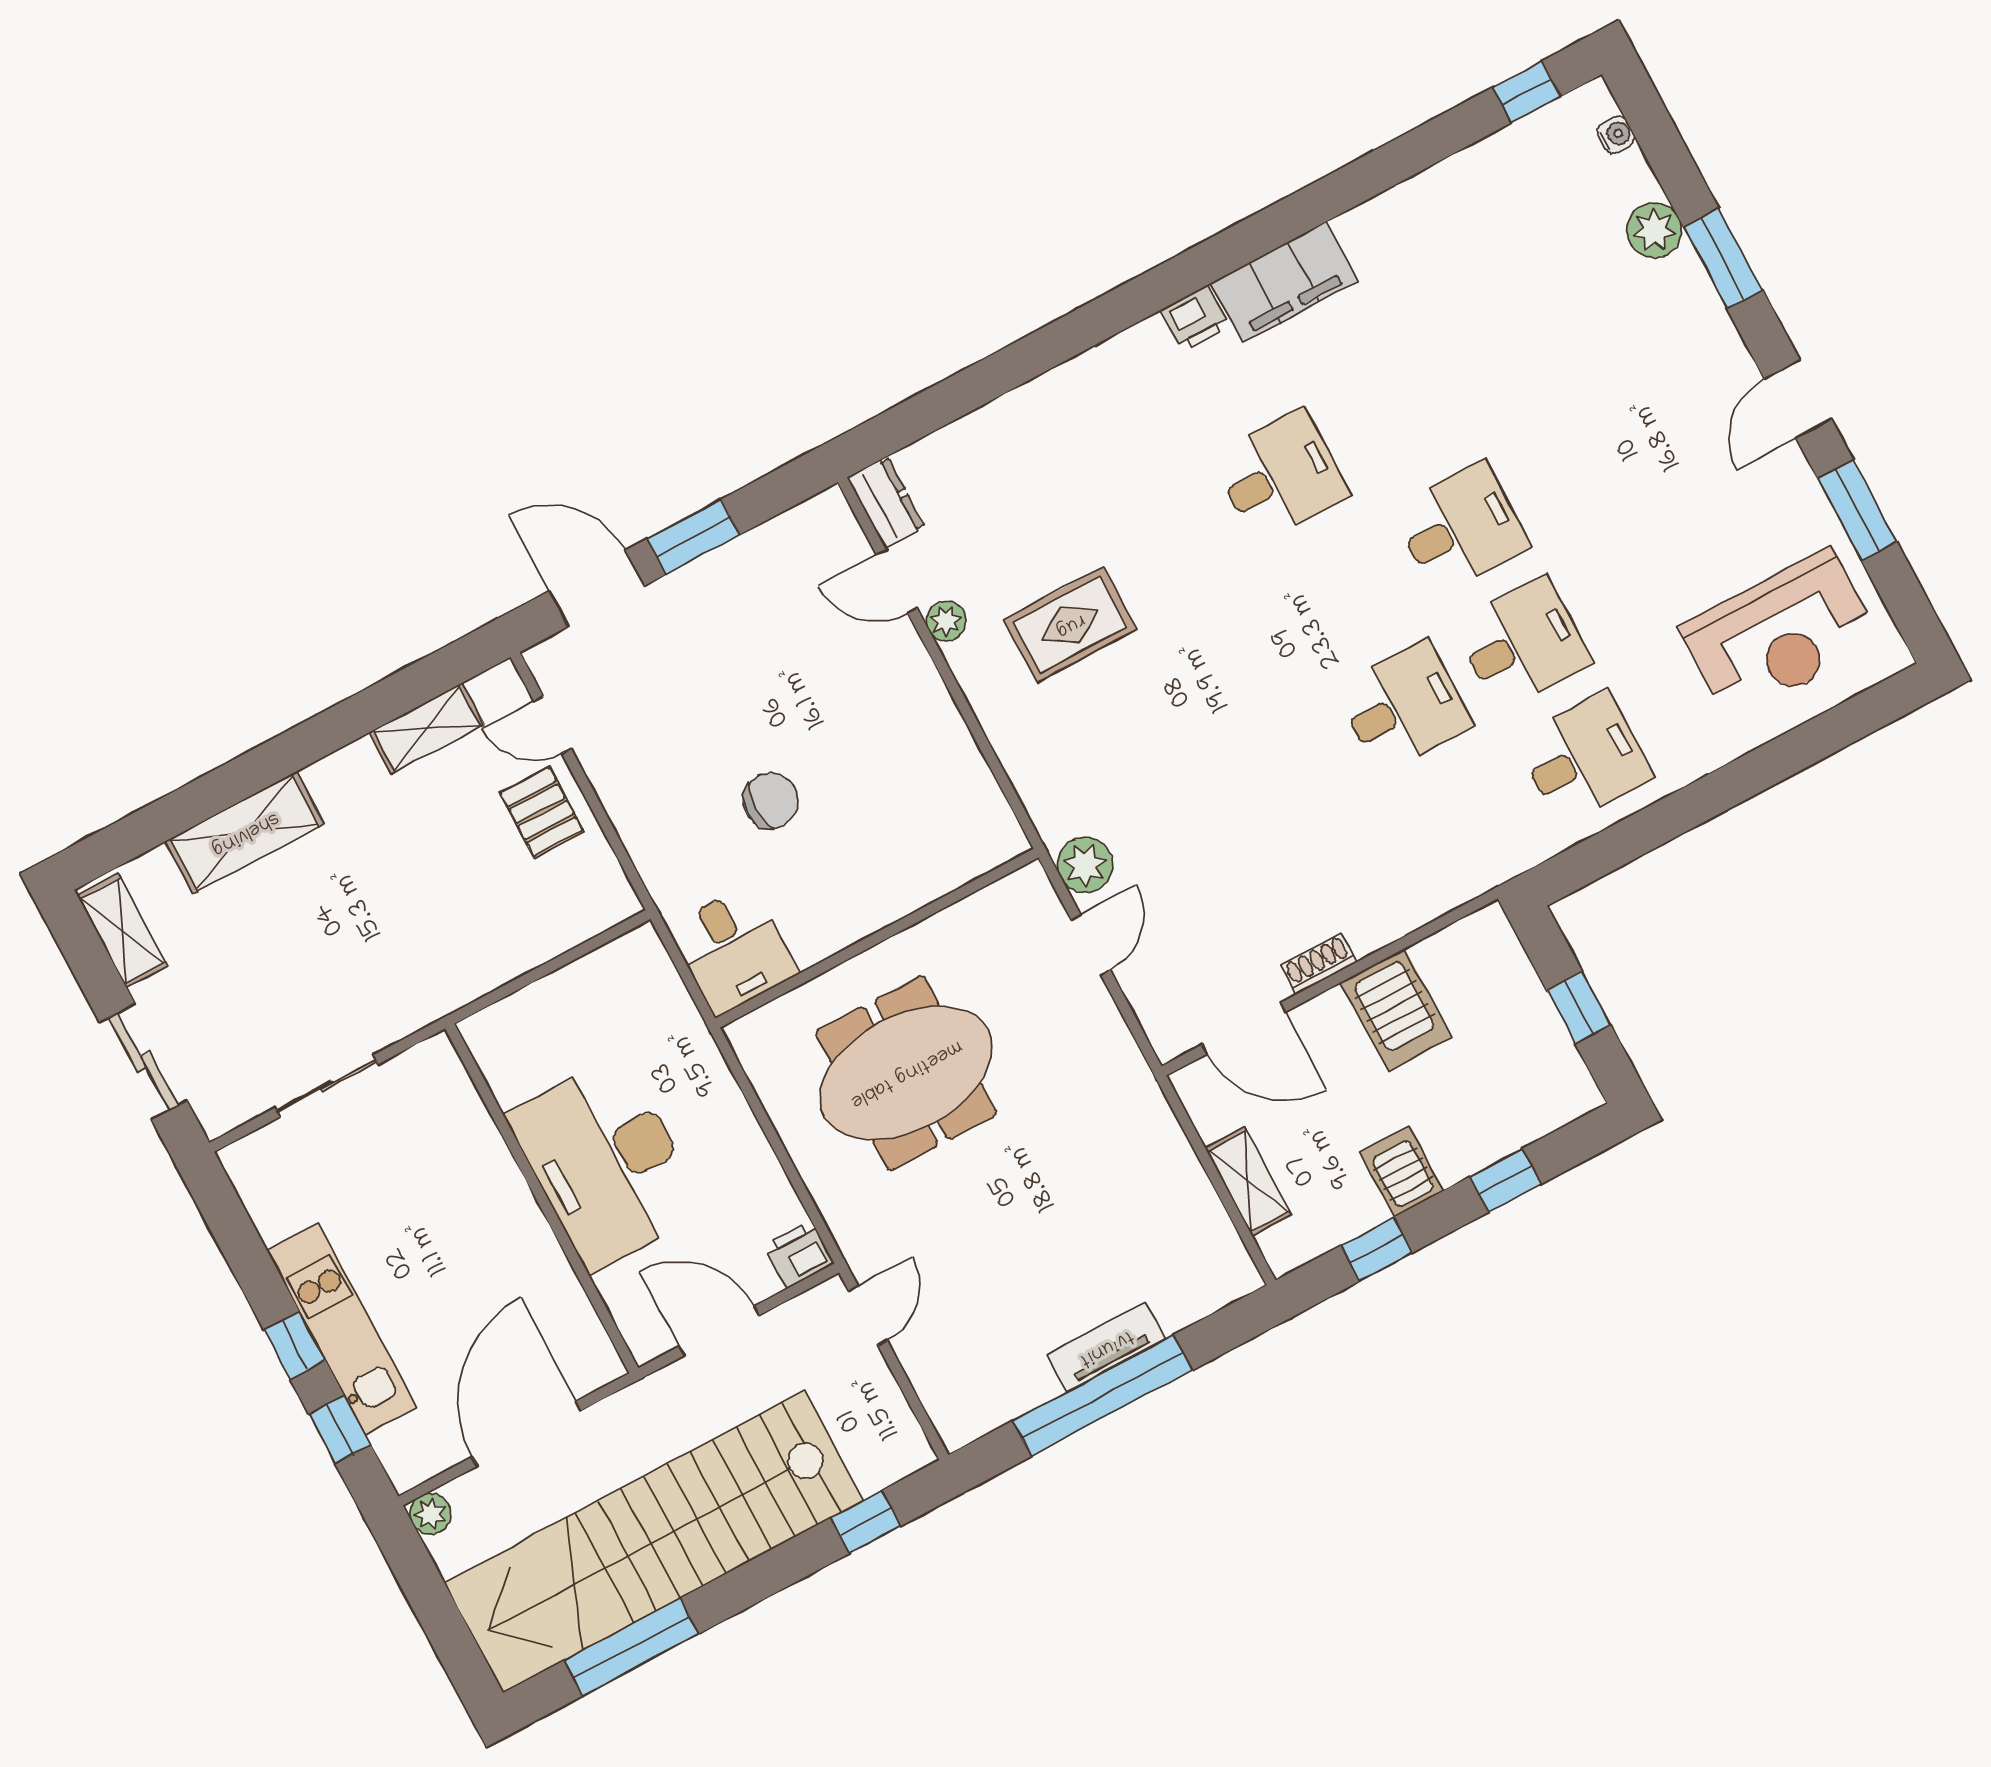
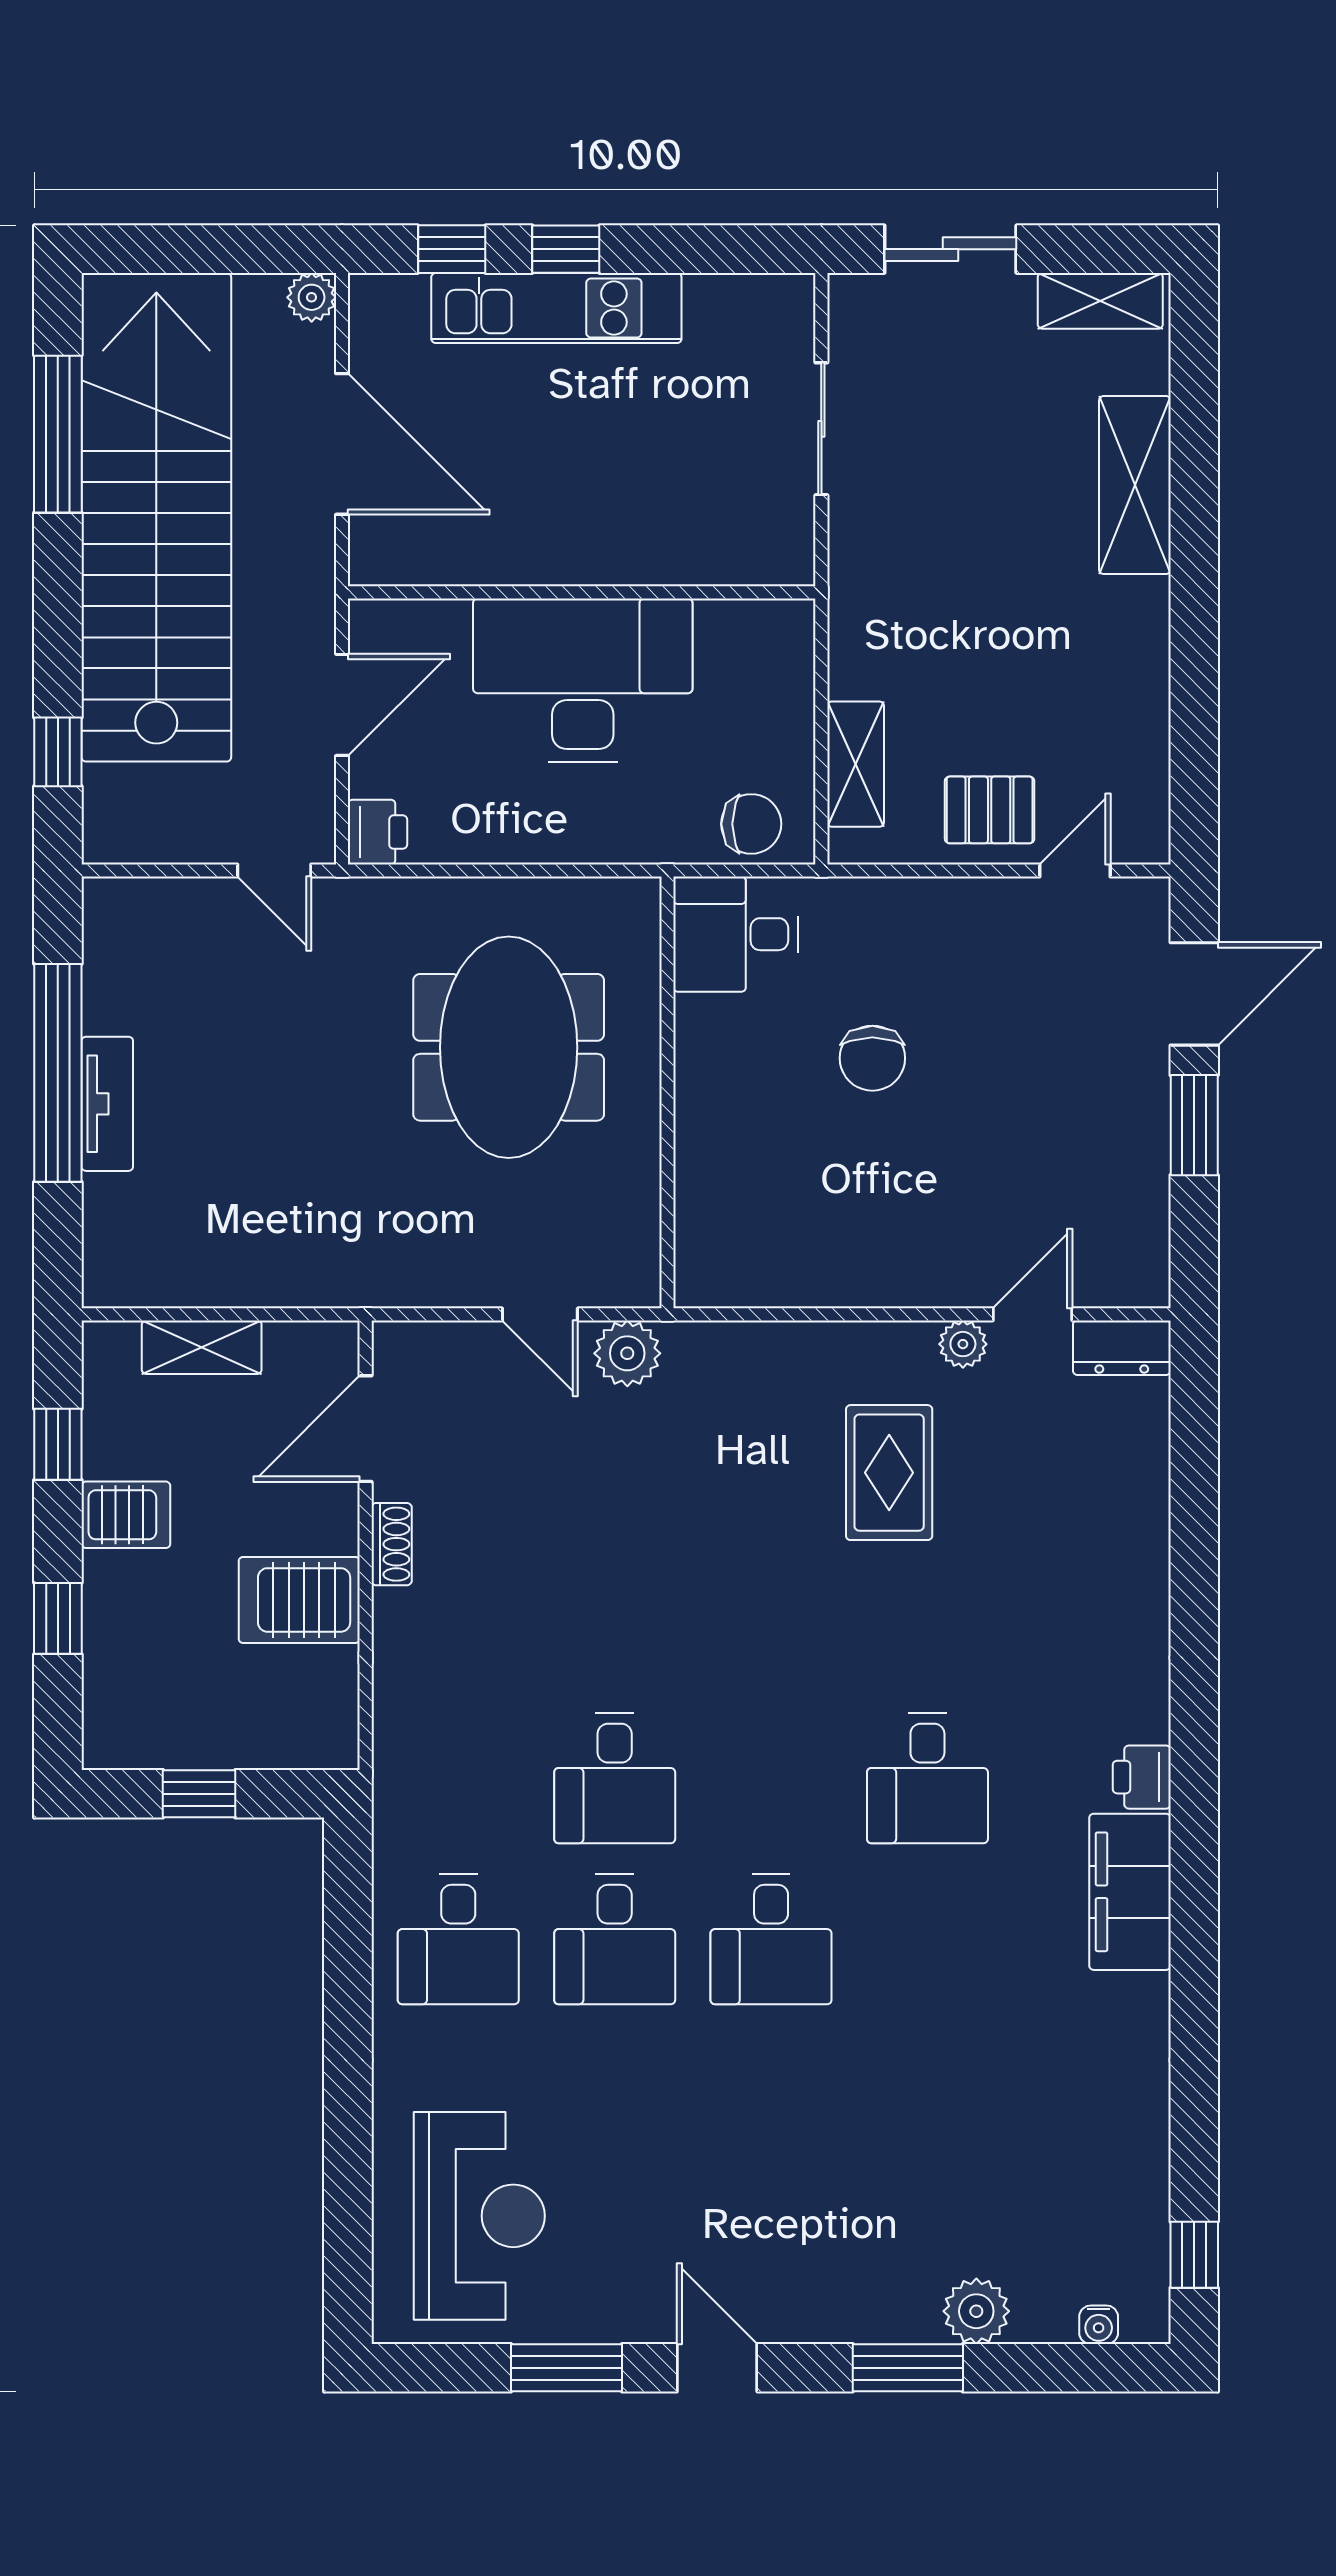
reception desk: (1780, 634) -> (479, 2216), turned 180
shelving: (427, 728) -> (856, 764), moved
chair: (646, 982) -> (751, 824), added

